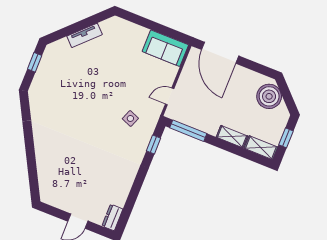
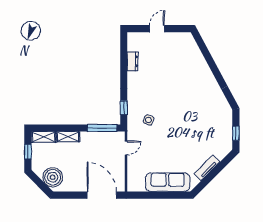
sofa: (165, 48) -> (168, 182), moved, width x1.36
dresser: (112, 217) -> (133, 61), moved

